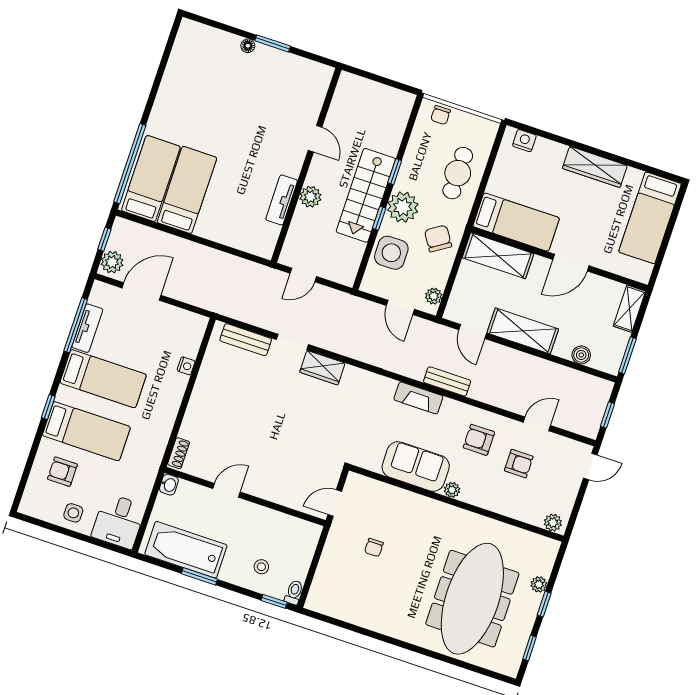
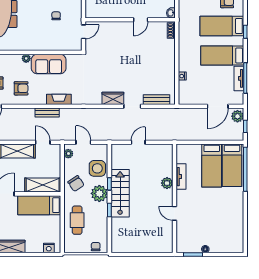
door: (315, 139) -> (174, 213), moved
wall: (306, 165) -> (174, 198), moved
plant: (310, 197) -> (167, 183), moved
tv unit: (282, 200) -> (181, 177), moved

